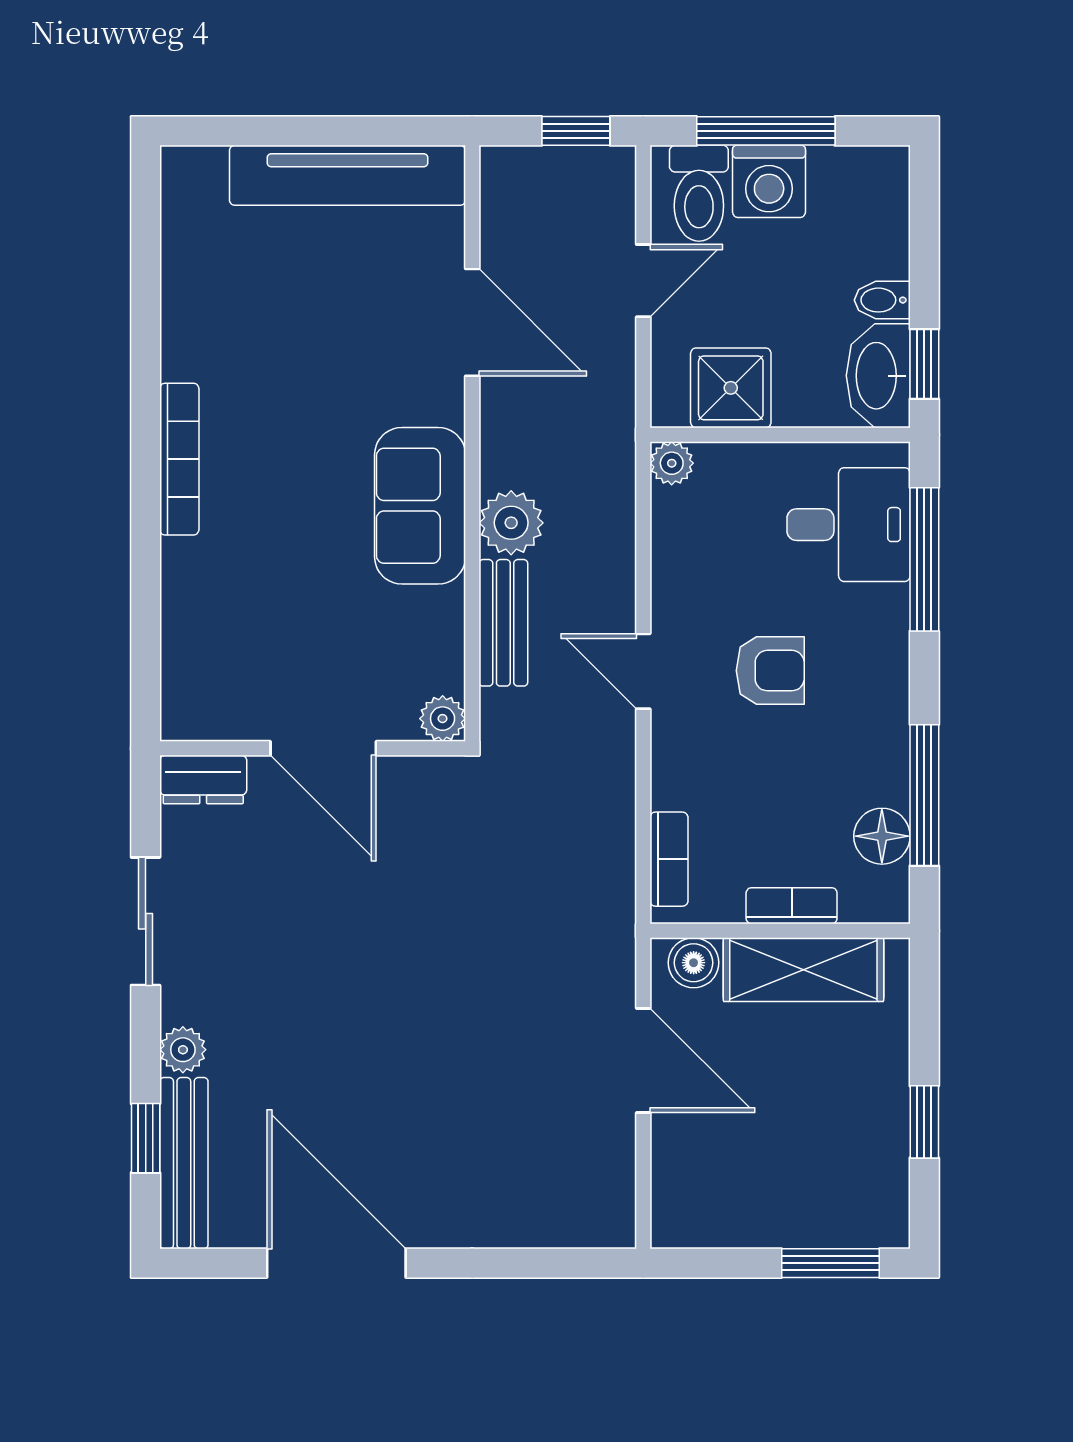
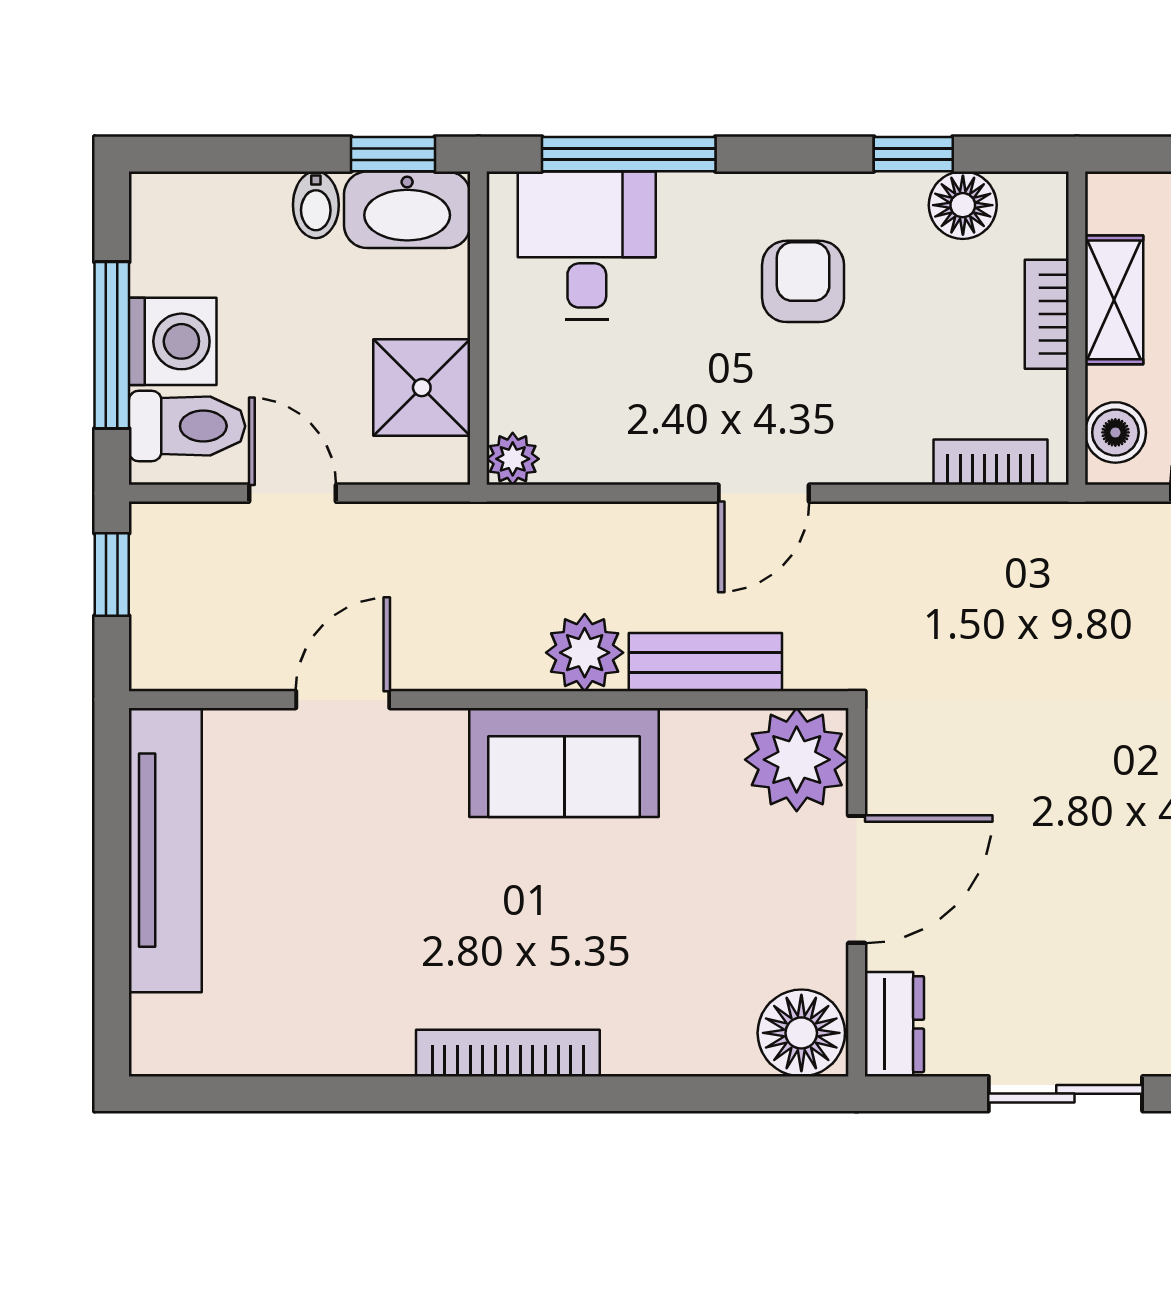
door: (472, 322) -> (343, 700), width x0.73
armchair: (770, 671) -> (803, 281), moved
floor lamp: (196, 702) -> (801, 1033), added
plant: (443, 719) -> (797, 760), width x1.88, depth x1.88
window: (924, 795) -> (913, 154), width x0.46
shelving: (803, 970) -> (1114, 300), width x0.67, depth x0.75

